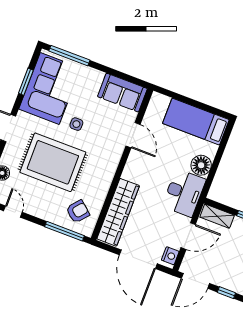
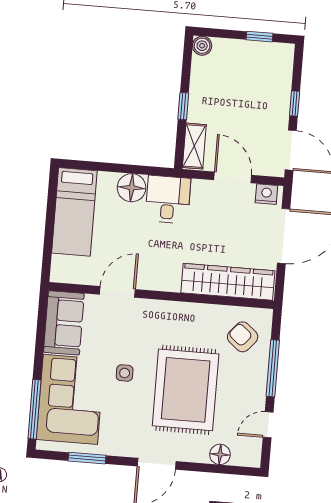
corner sofa: (50, 88) -> (70, 399), moved, turned 90
desk: (184, 193) -> (168, 199), width x0.73
window: (65, 231) -> (273, 368), moved

